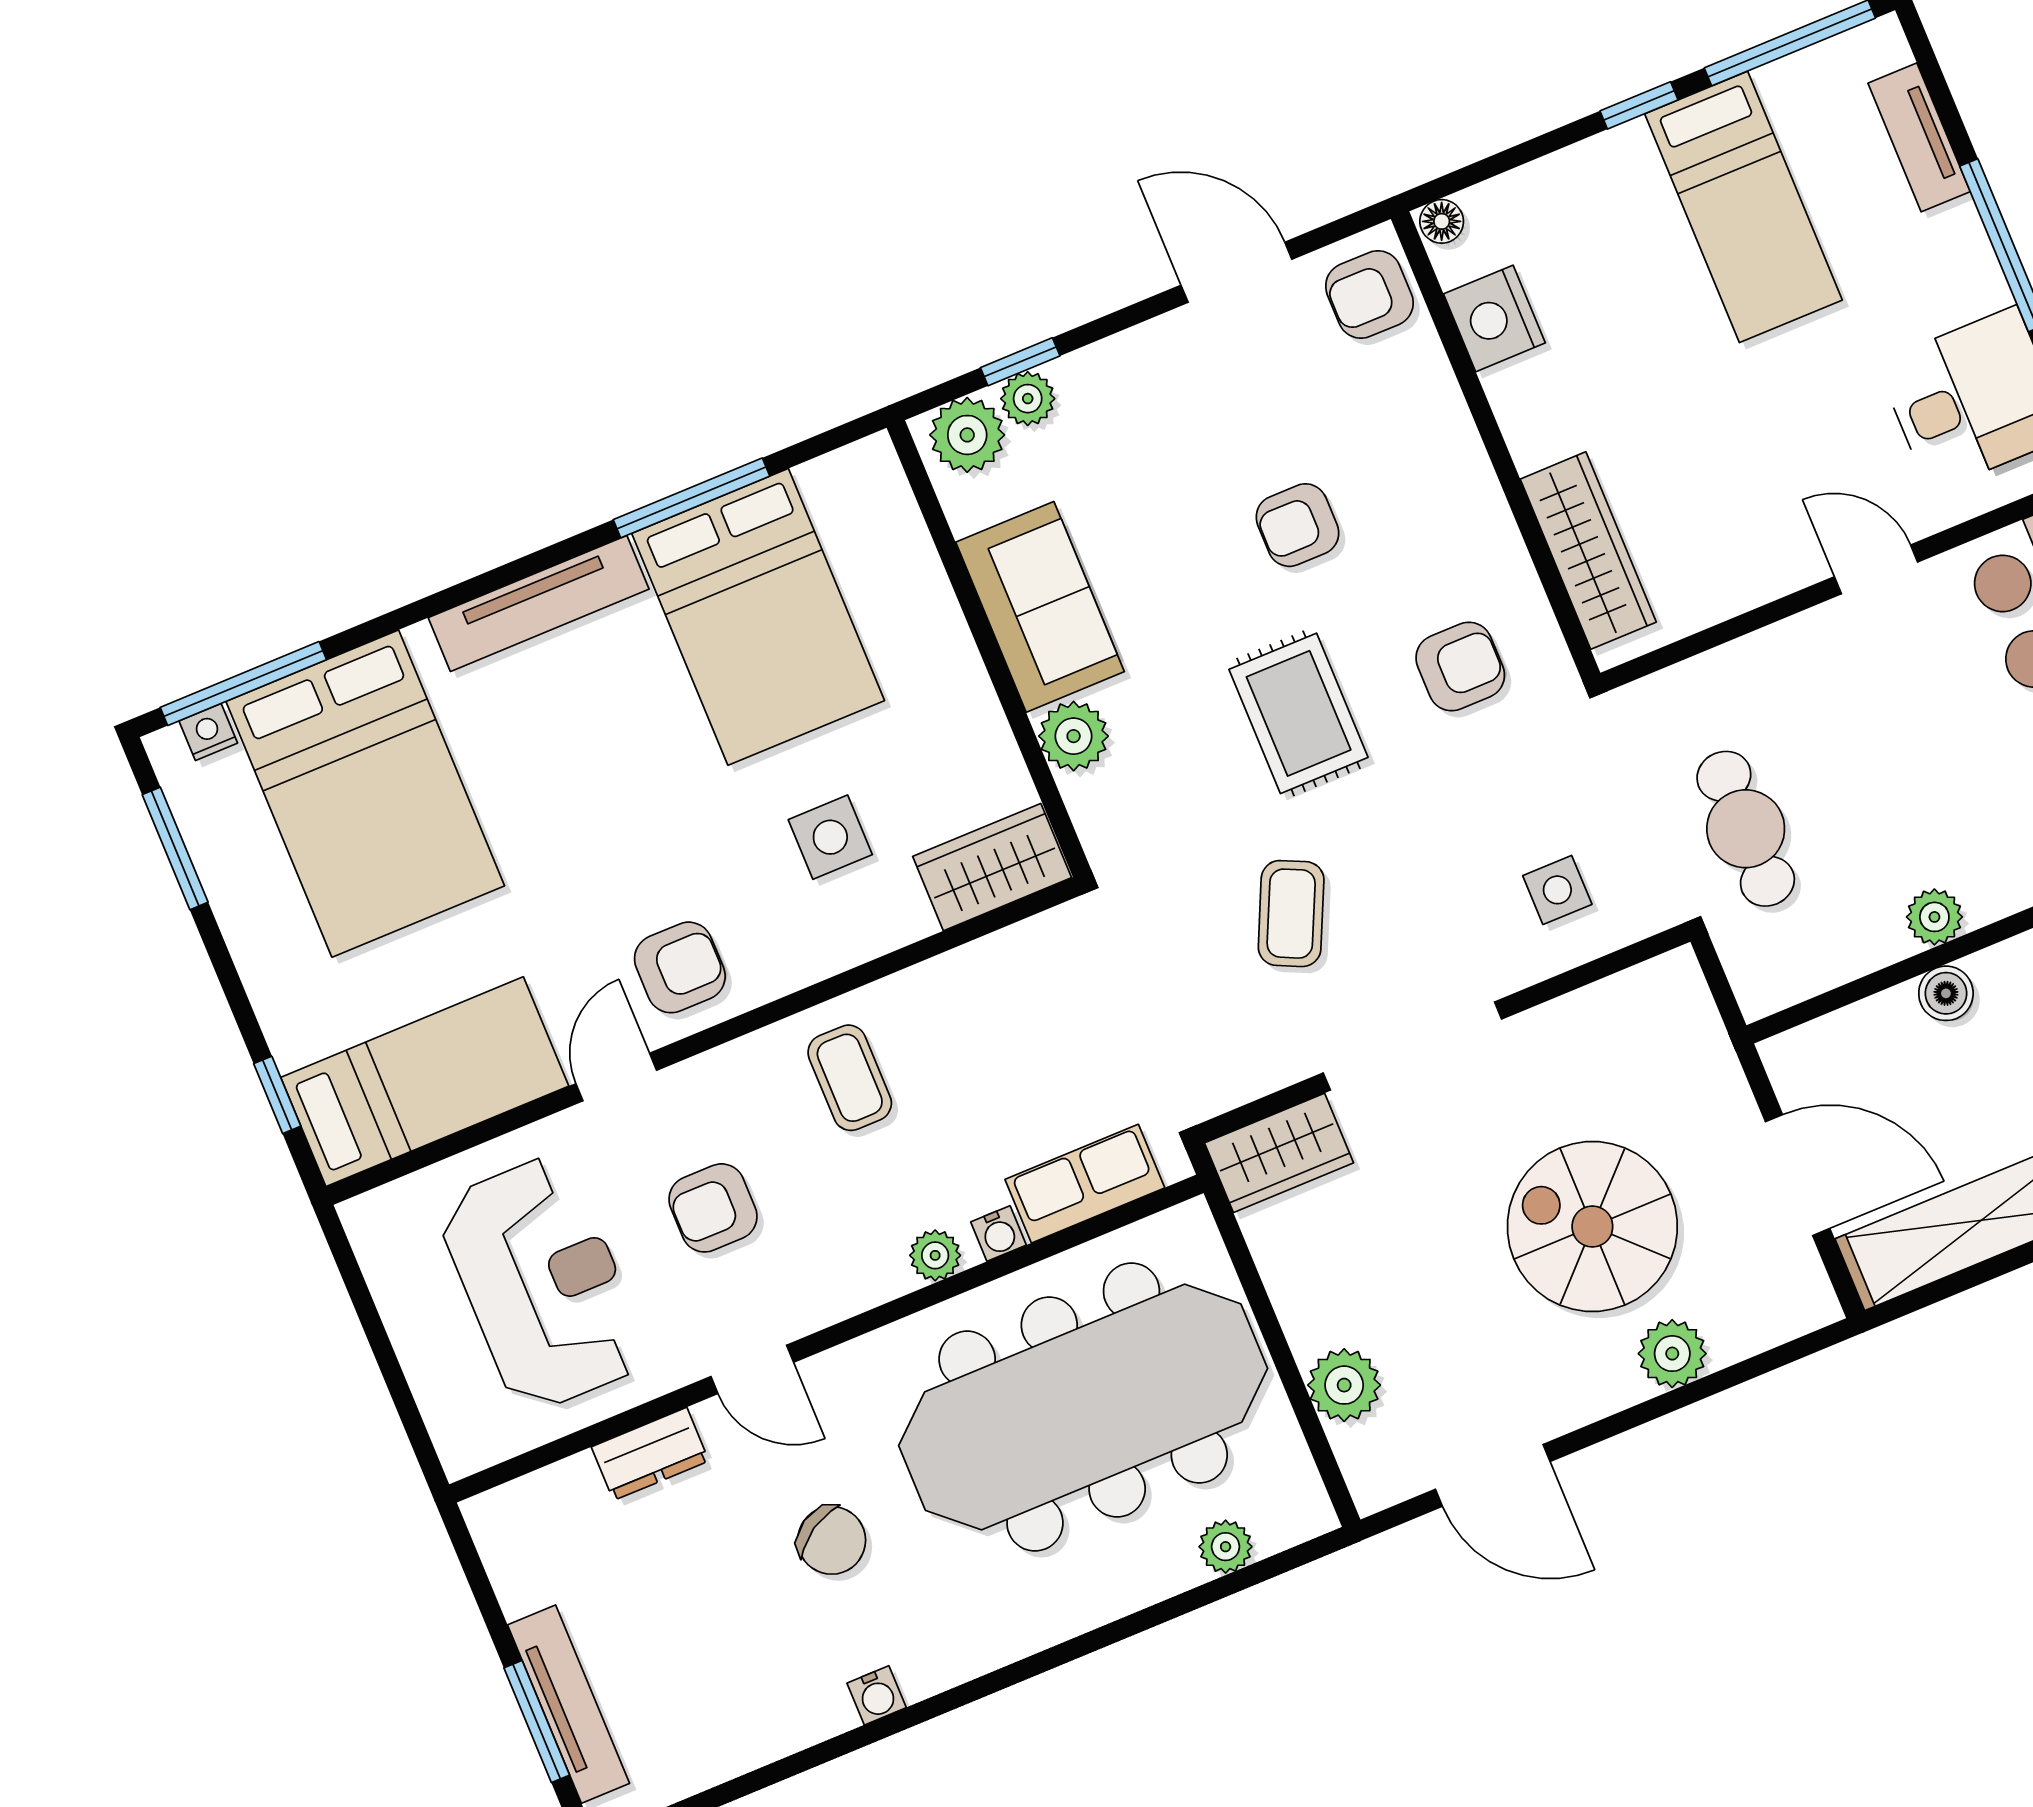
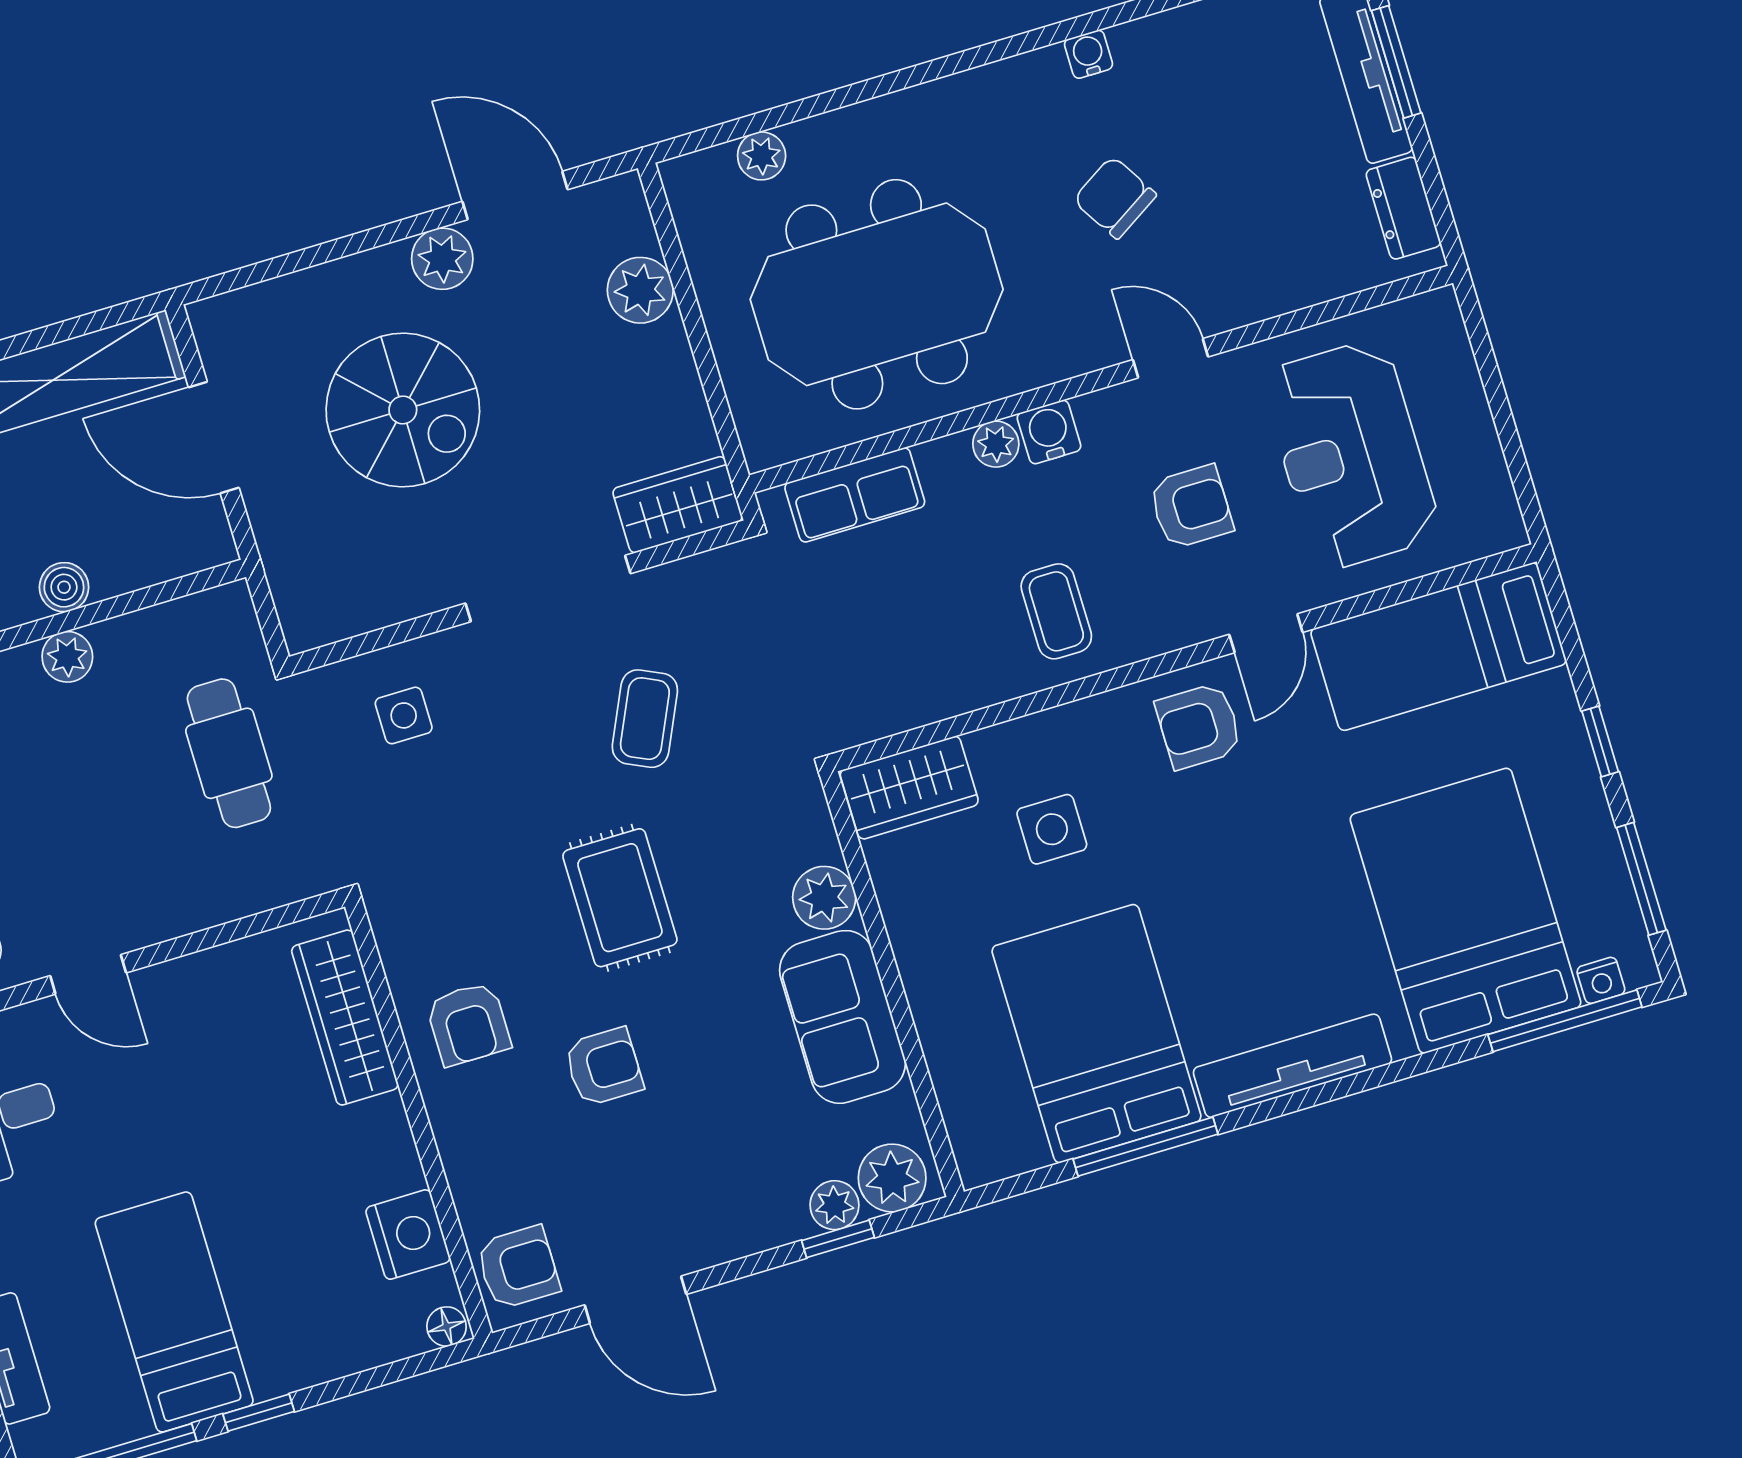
armchair: (1460, 667) -> (468, 1024), moved, turned -90
window: (277, 1095) -> (1600, 741), moved
water cooler: (999, 1234) -> (1049, 432), moved, width x1.38, depth x1.38
plant: (1672, 1354) -> (442, 259), moved
meeting table: (1083, 1407) -> (877, 294), width x0.73
dresser: (650, 1454) -> (1403, 208), moved, turned -90

